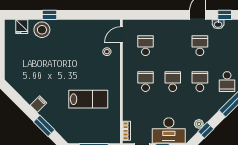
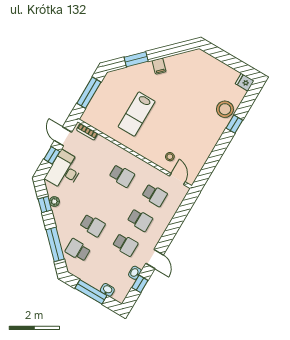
fridge: (22, 27) -> (245, 82), moved
school desk: (173, 82) -> (140, 220), moved

